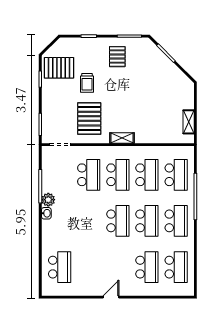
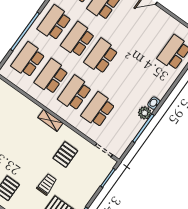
pallet: (89, 119) -> (65, 154), width x0.67, depth x0.71

